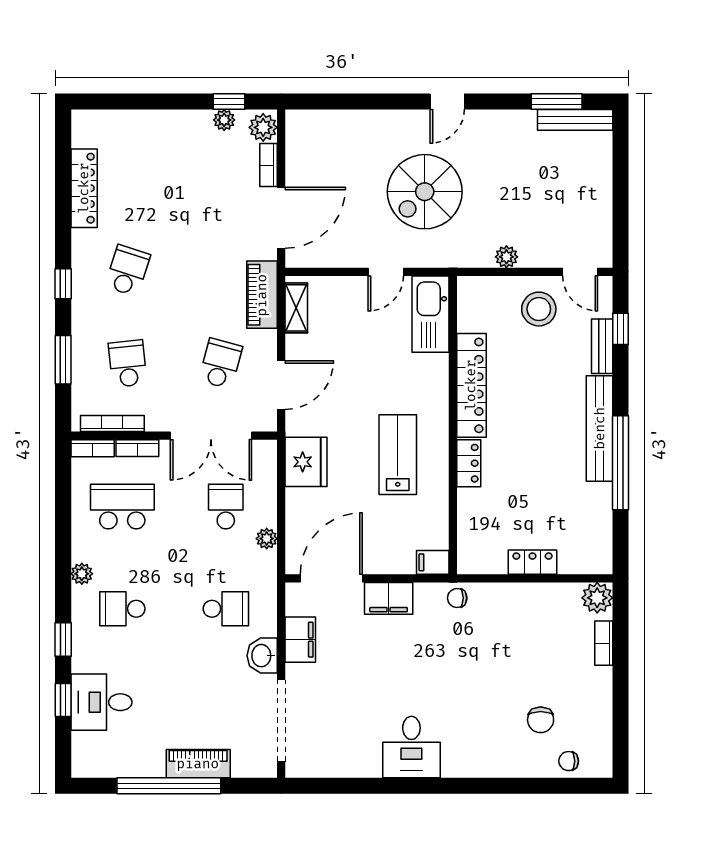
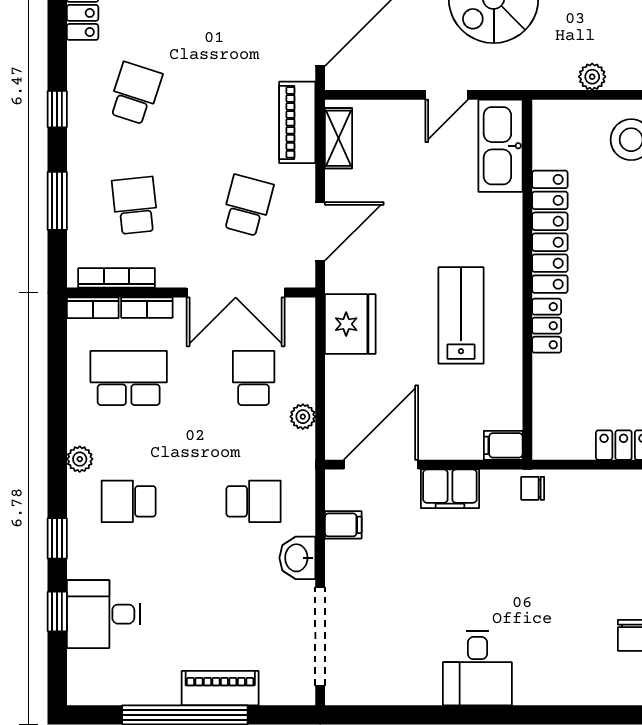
filing cabinet: (300, 640) -> (343, 525), width x0.50

